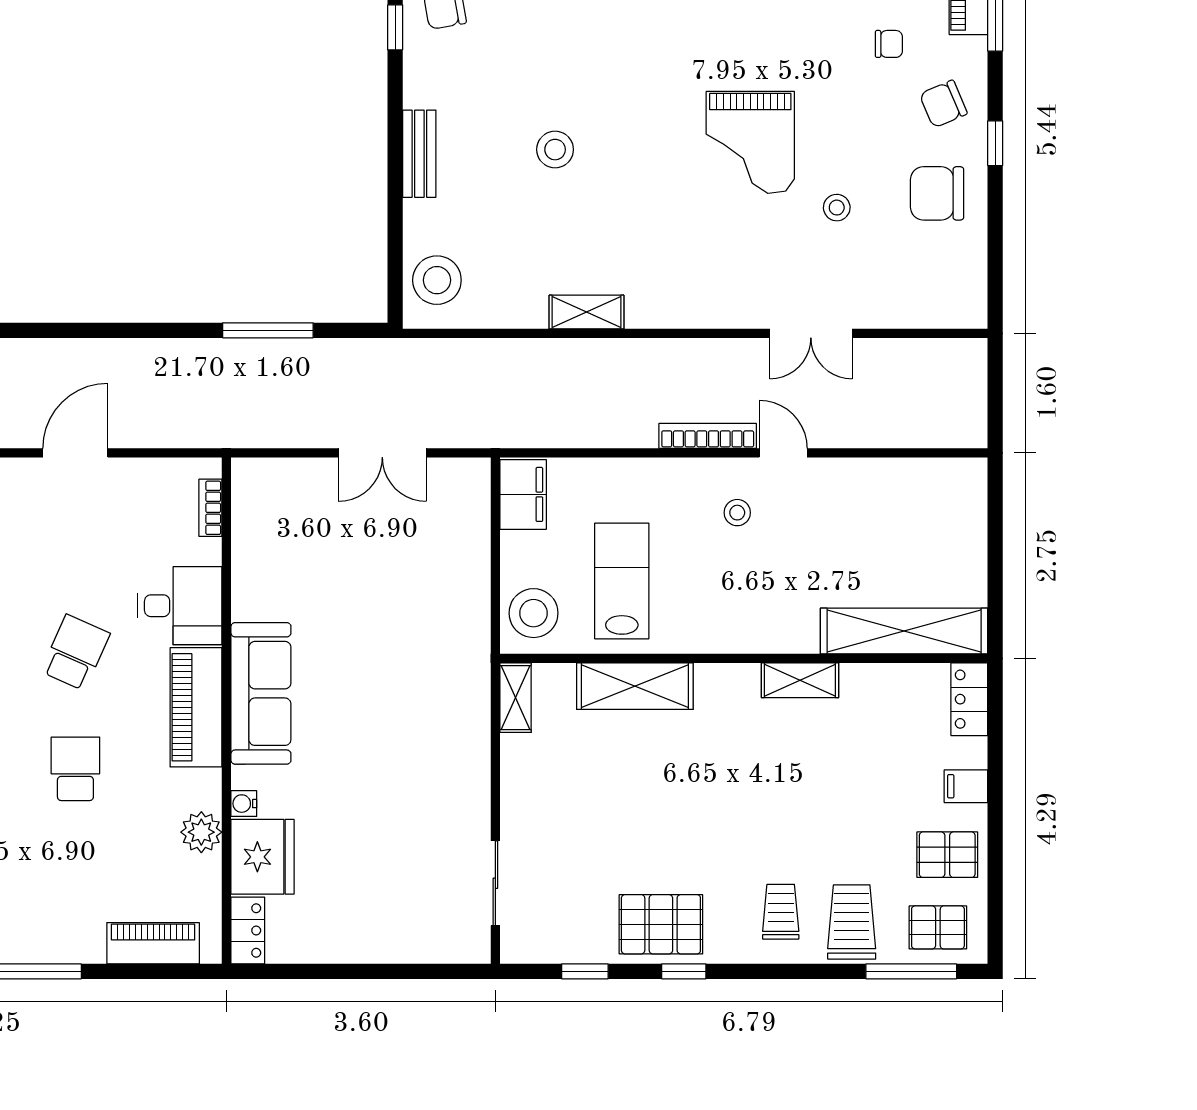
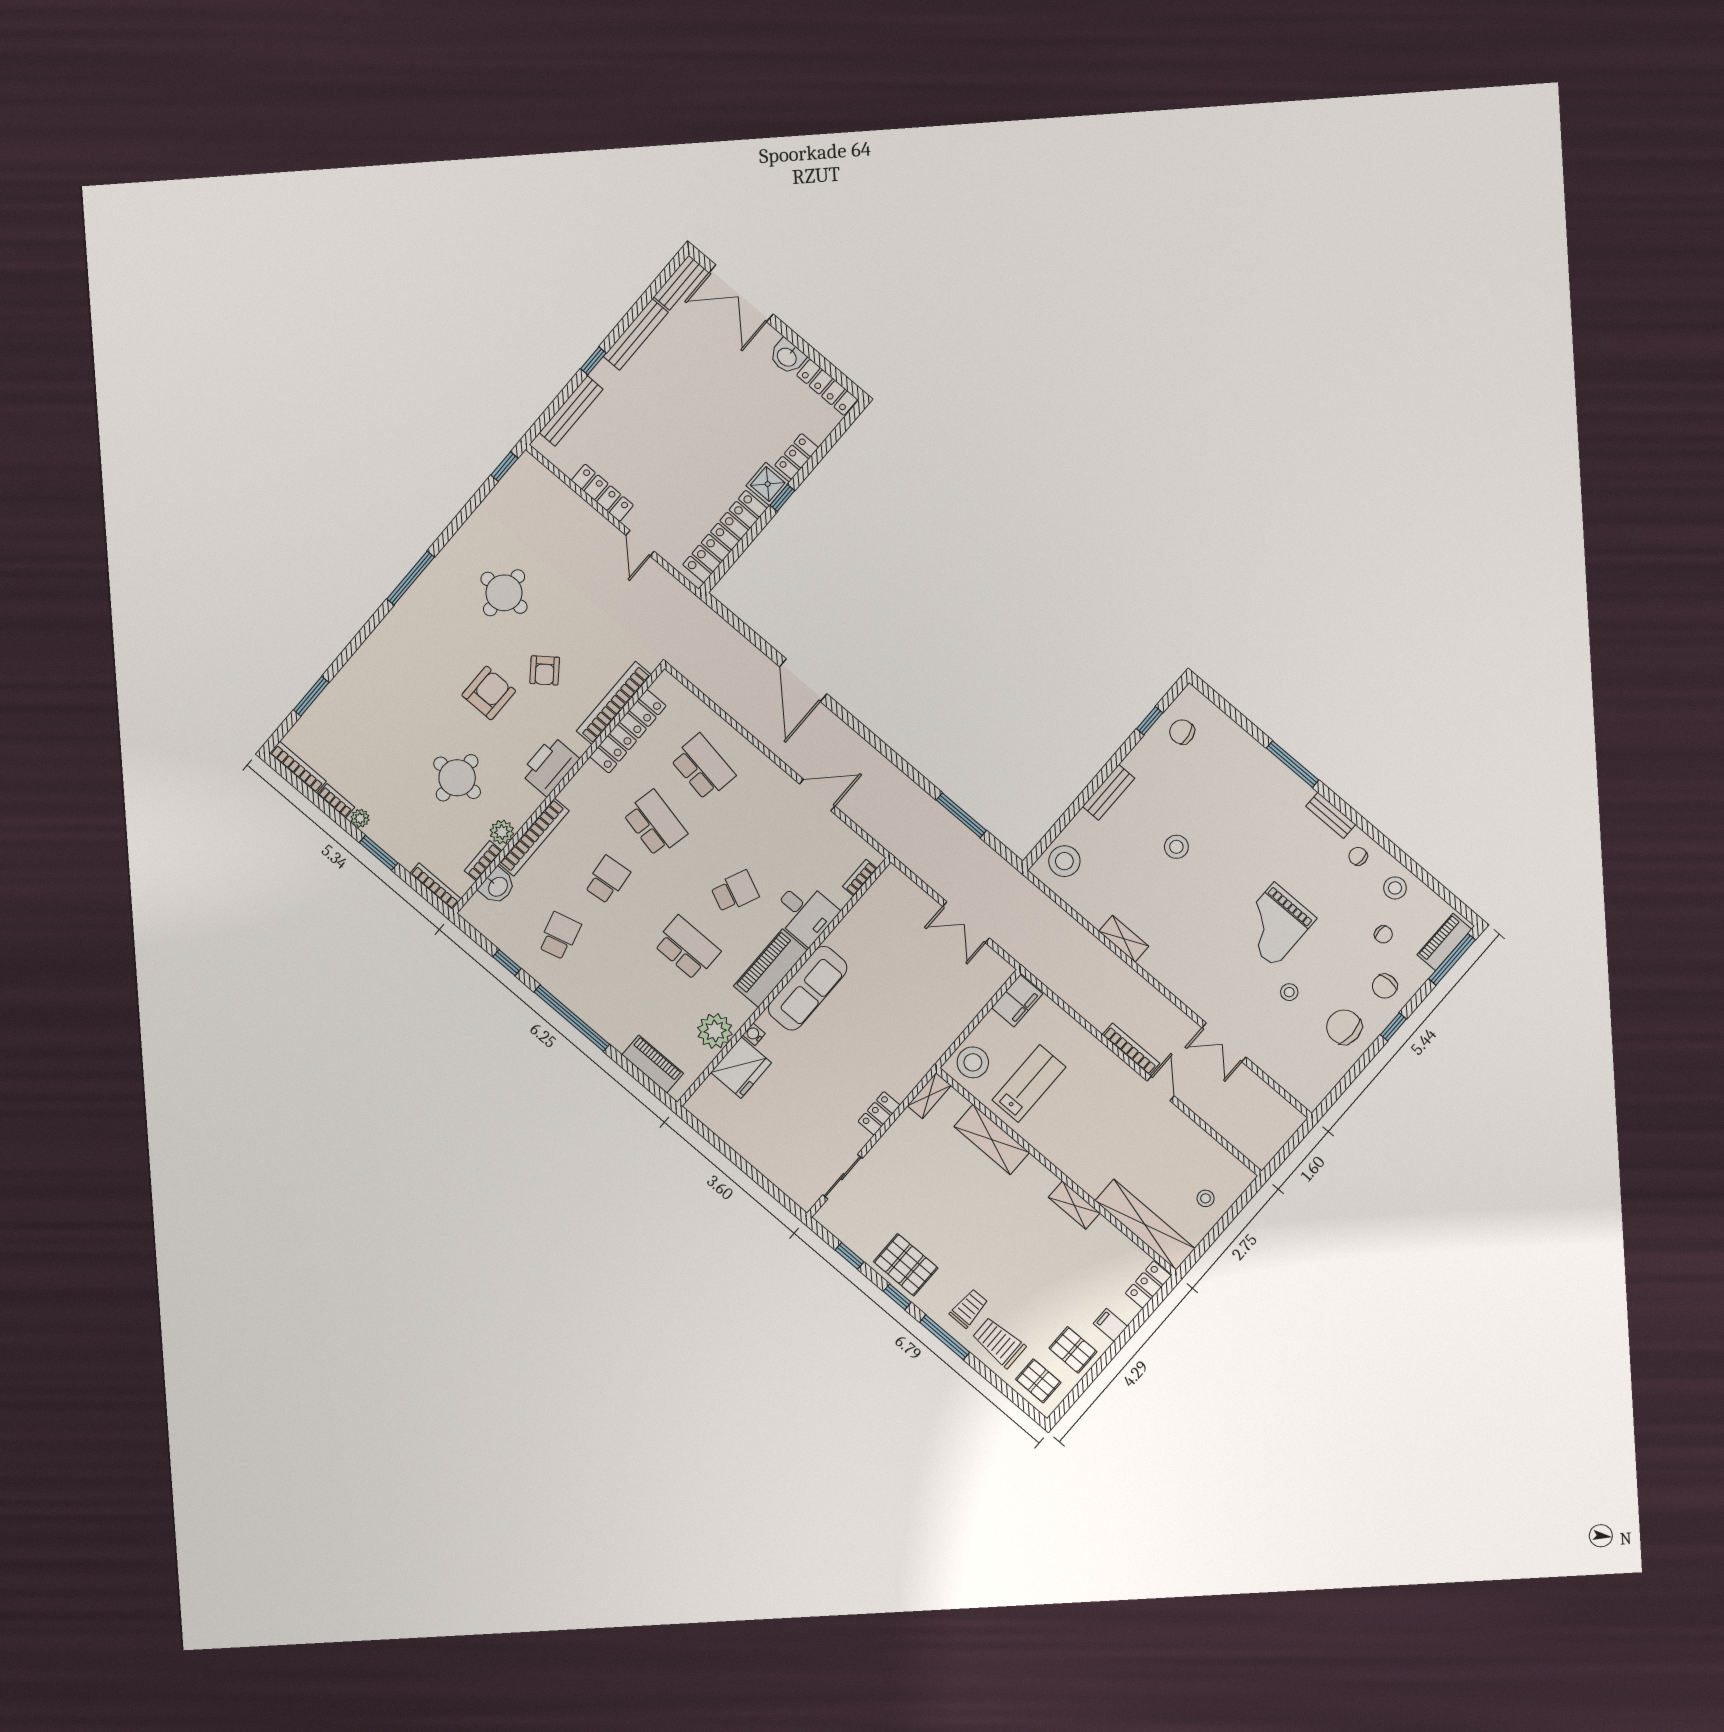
chair: (943, 104) -> (1385, 986), turned -67
stool: (737, 513) -> (1206, 1198), moved
school desk: (75, 769) -> (687, 948), width x1.85
plant: (201, 832) -> (715, 1031), width x1.36, depth x1.36
trolley: (852, 922) -> (999, 1343), turned -90
locker: (248, 930) -> (879, 1113), moved, turned 180
window: (911, 971) -> (945, 1337), moved

